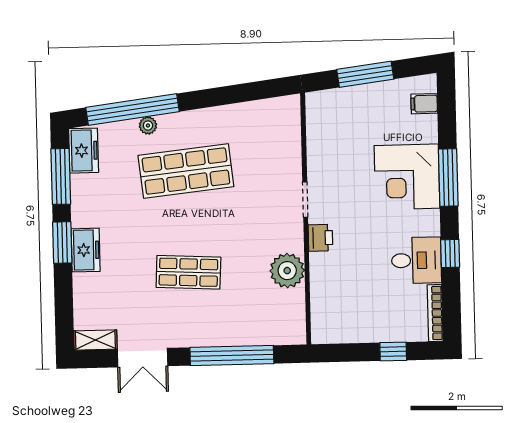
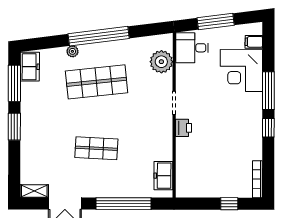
window: (133, 110) -> (99, 36), moved
corner desk: (407, 177) -> (241, 71), moved
freezer: (86, 250) -> (163, 176), moved, turned 180
window: (450, 253) -> (268, 128), moved
desk: (416, 260) -> (192, 48), moved, turned 180
plant: (287, 271) -> (161, 62), moved

